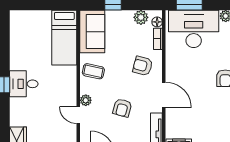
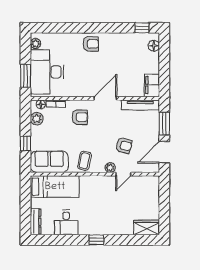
dresser: (25, 16) -> (36, 222), added
armchair: (143, 66) -> (80, 117), turned -105
desk: (24, 84) -> (66, 222), moved
armchair: (122, 108) -> (124, 145), moved

